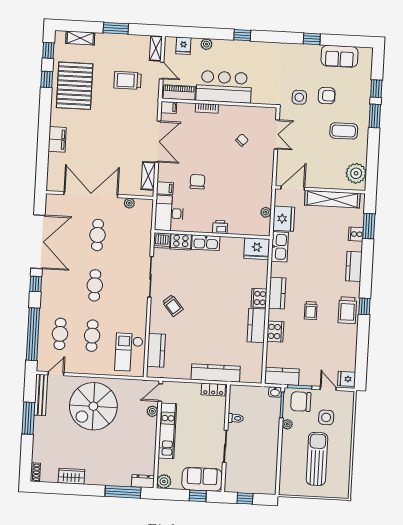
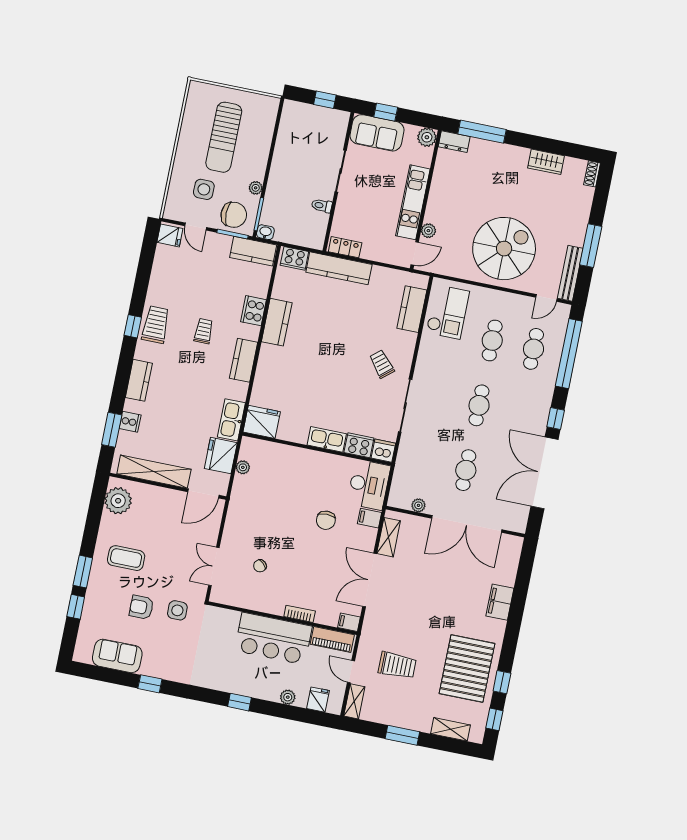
printer: (220, 227) -> (305, 457), removed
cooker: (259, 298) -> (294, 258), moved, turned 90

